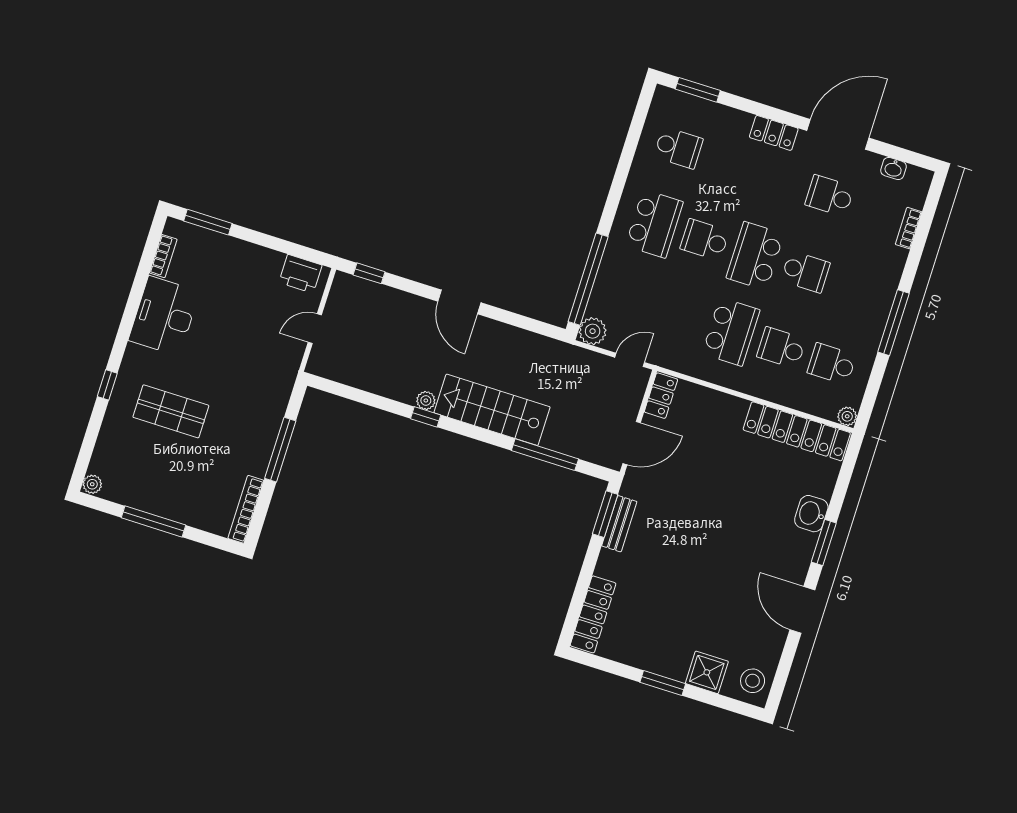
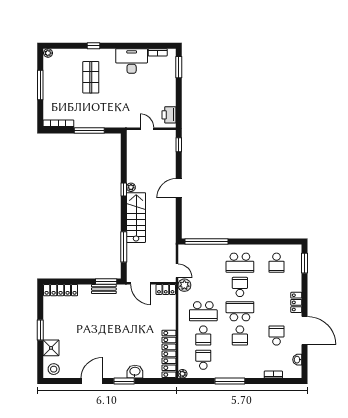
plant: (593, 331) -> (184, 285), moved
school desk: (781, 348) -> (203, 335), turned 180

